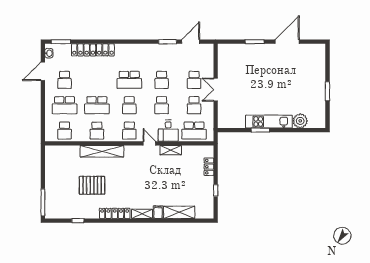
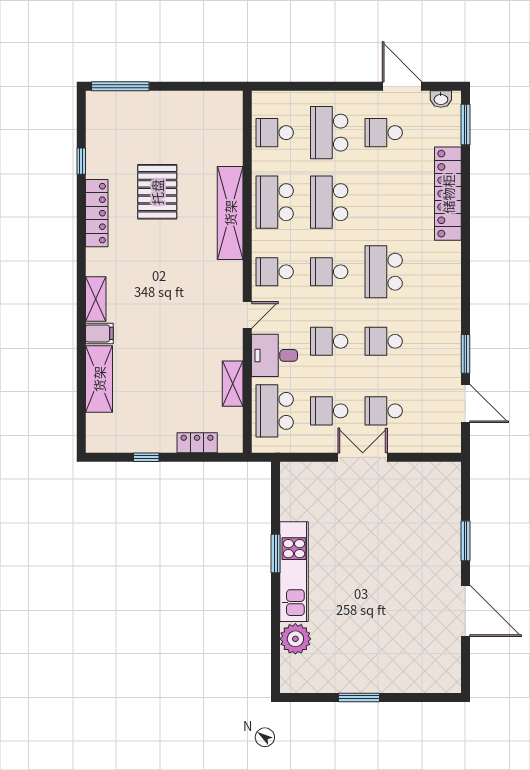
school desk: (97, 131) -> (275, 202), width x1.85
shelving: (171, 150) -> (233, 384), moved
locker: (115, 213) -> (97, 213), moved

